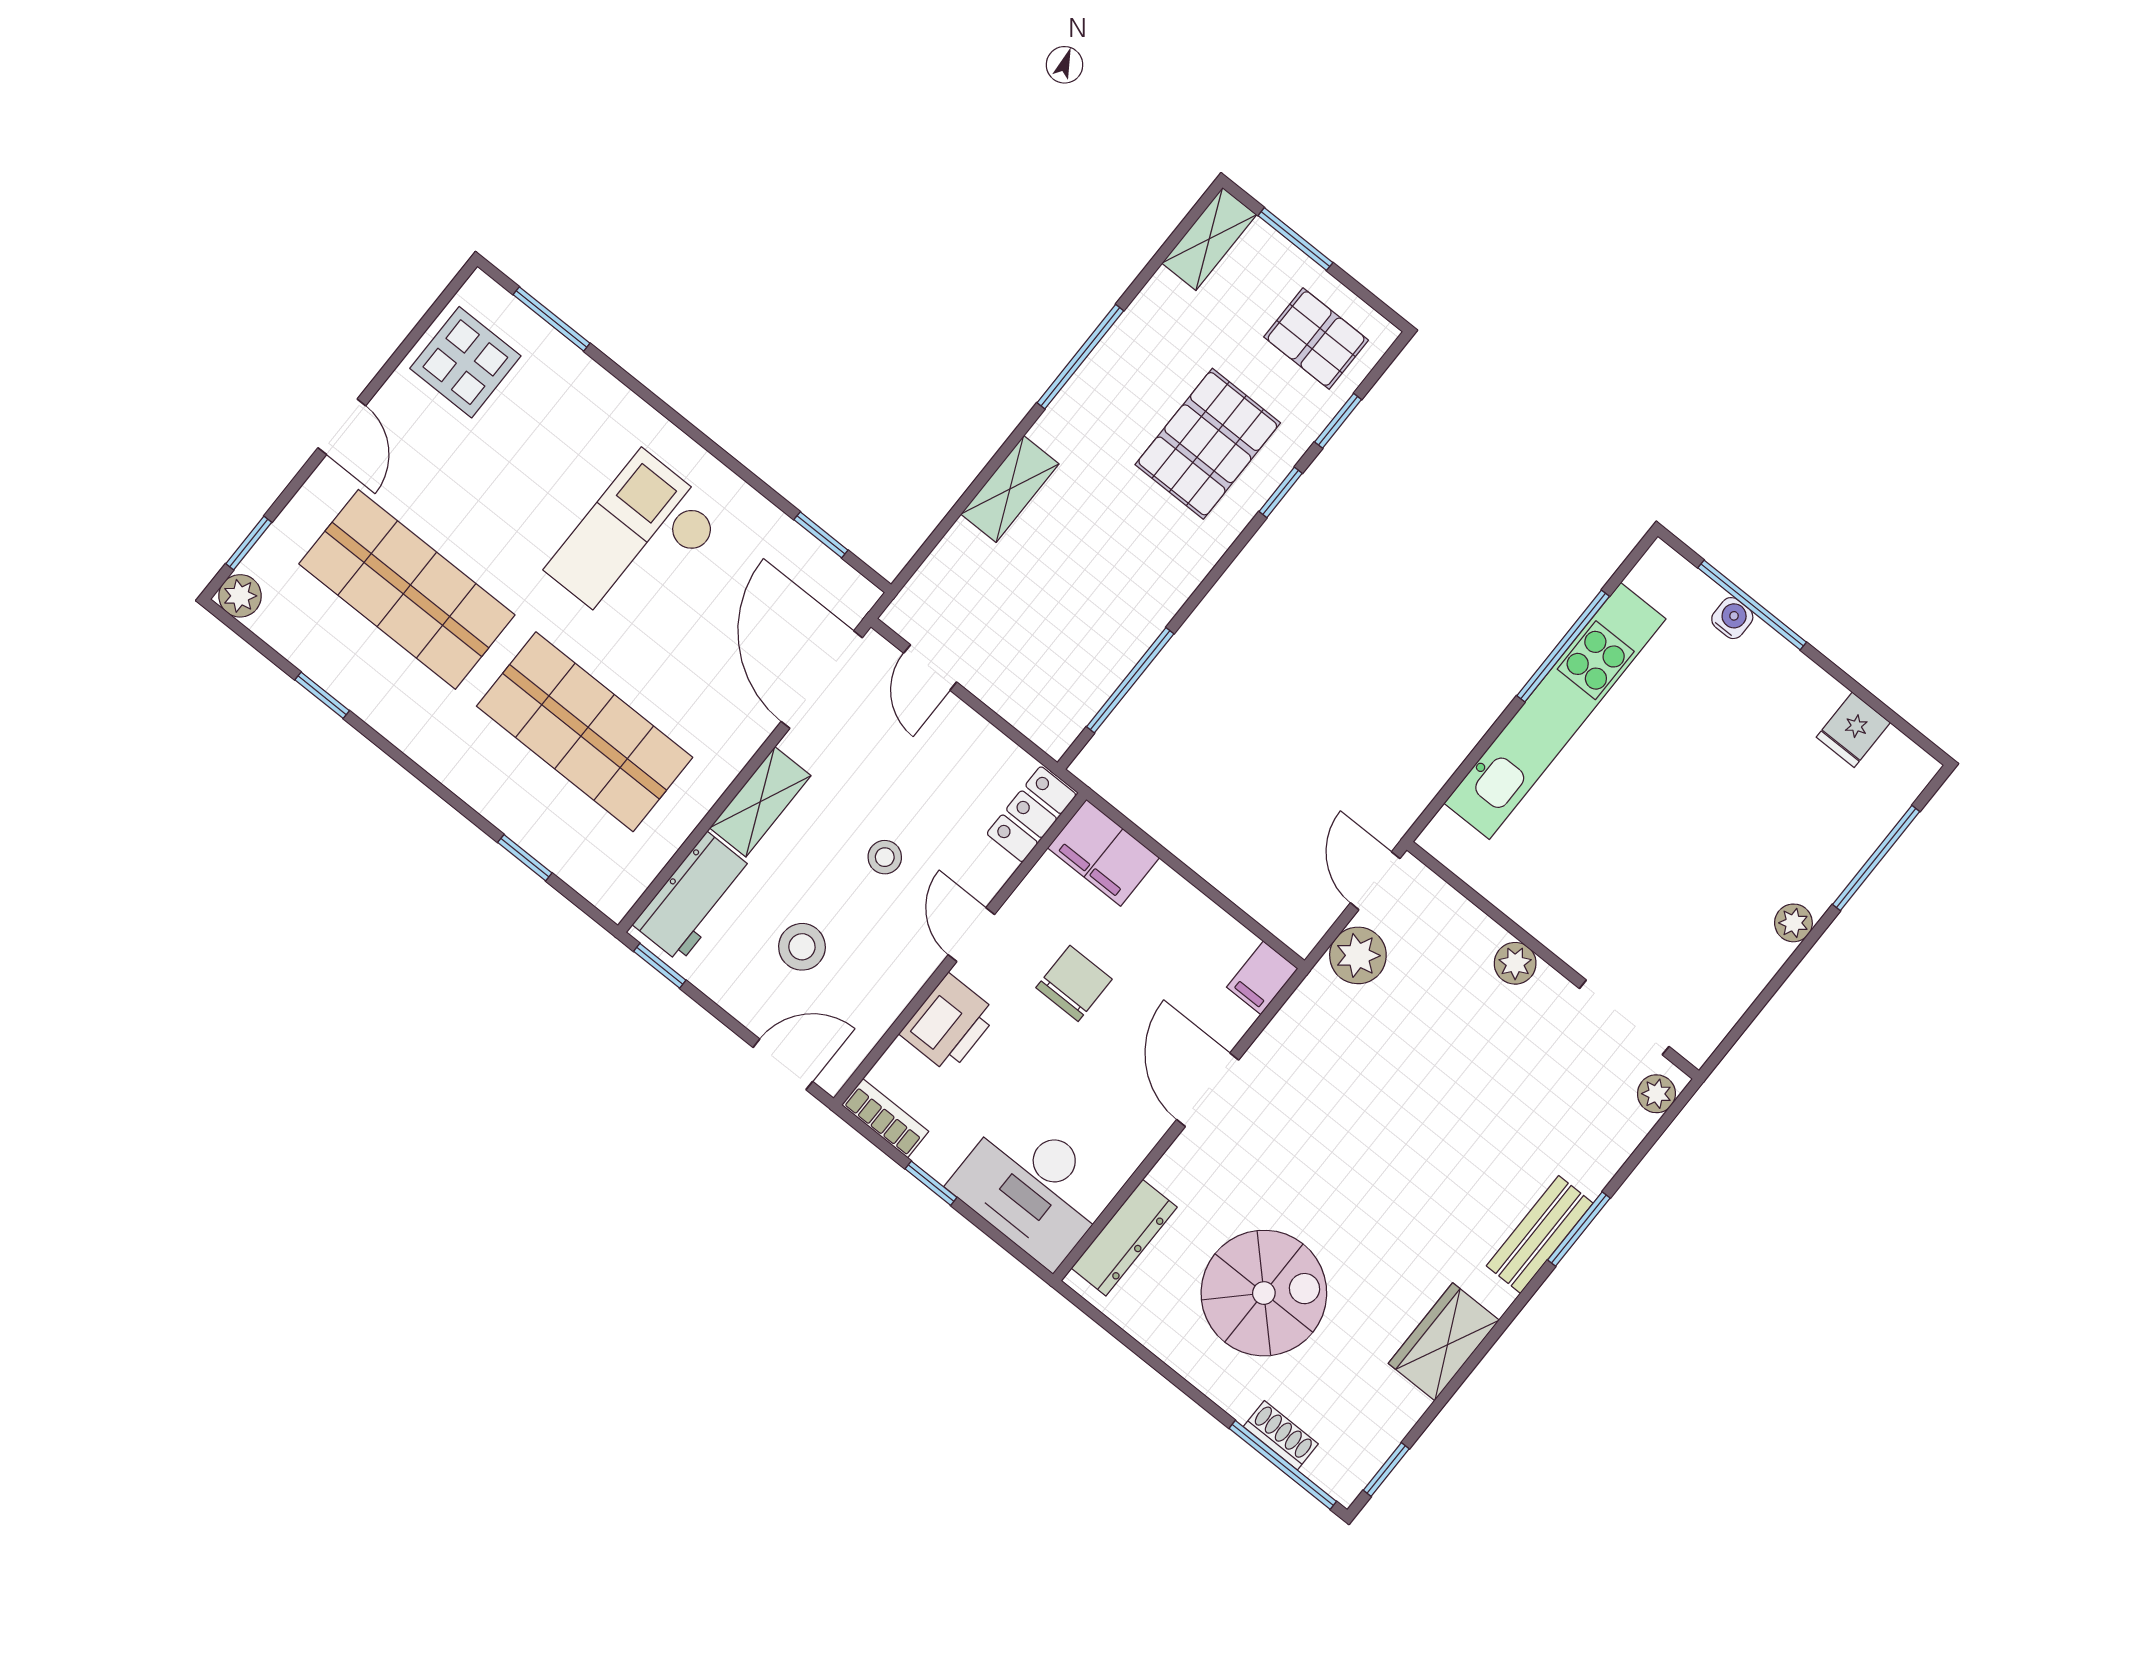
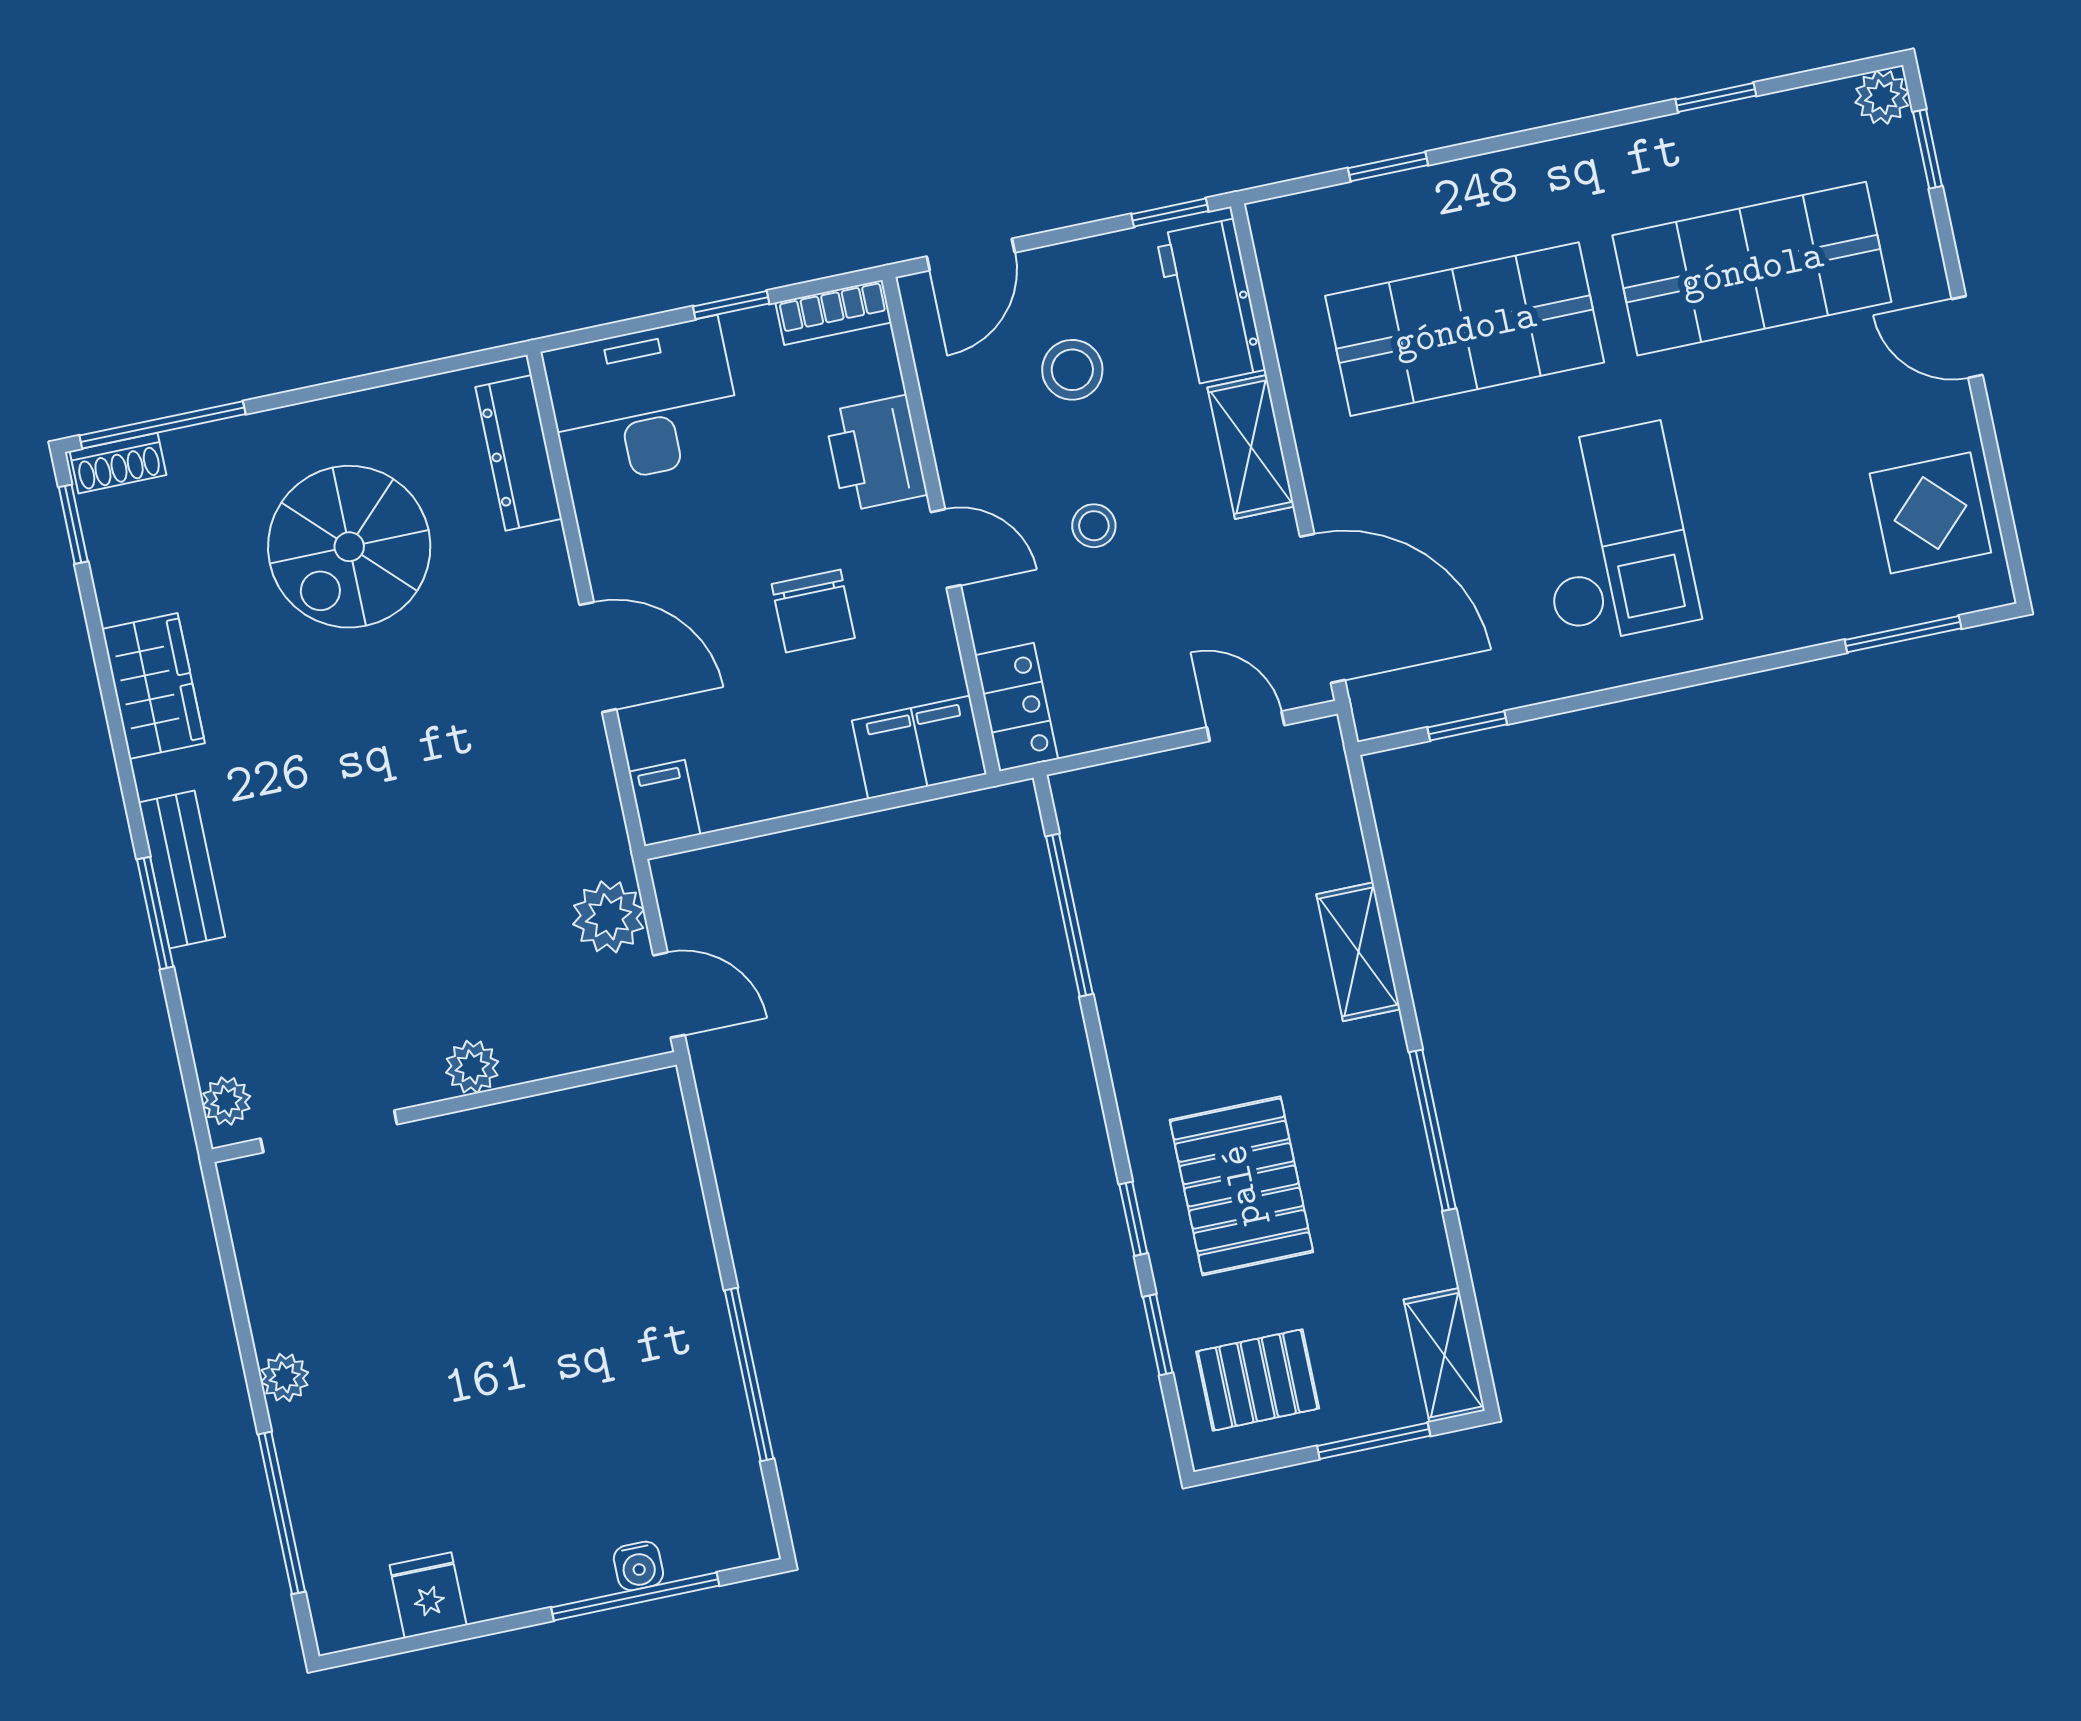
kitchen unit: (1555, 711) -> (691, 1313), removed
shoe rack: (1281, 1435) -> (118, 463), moved

